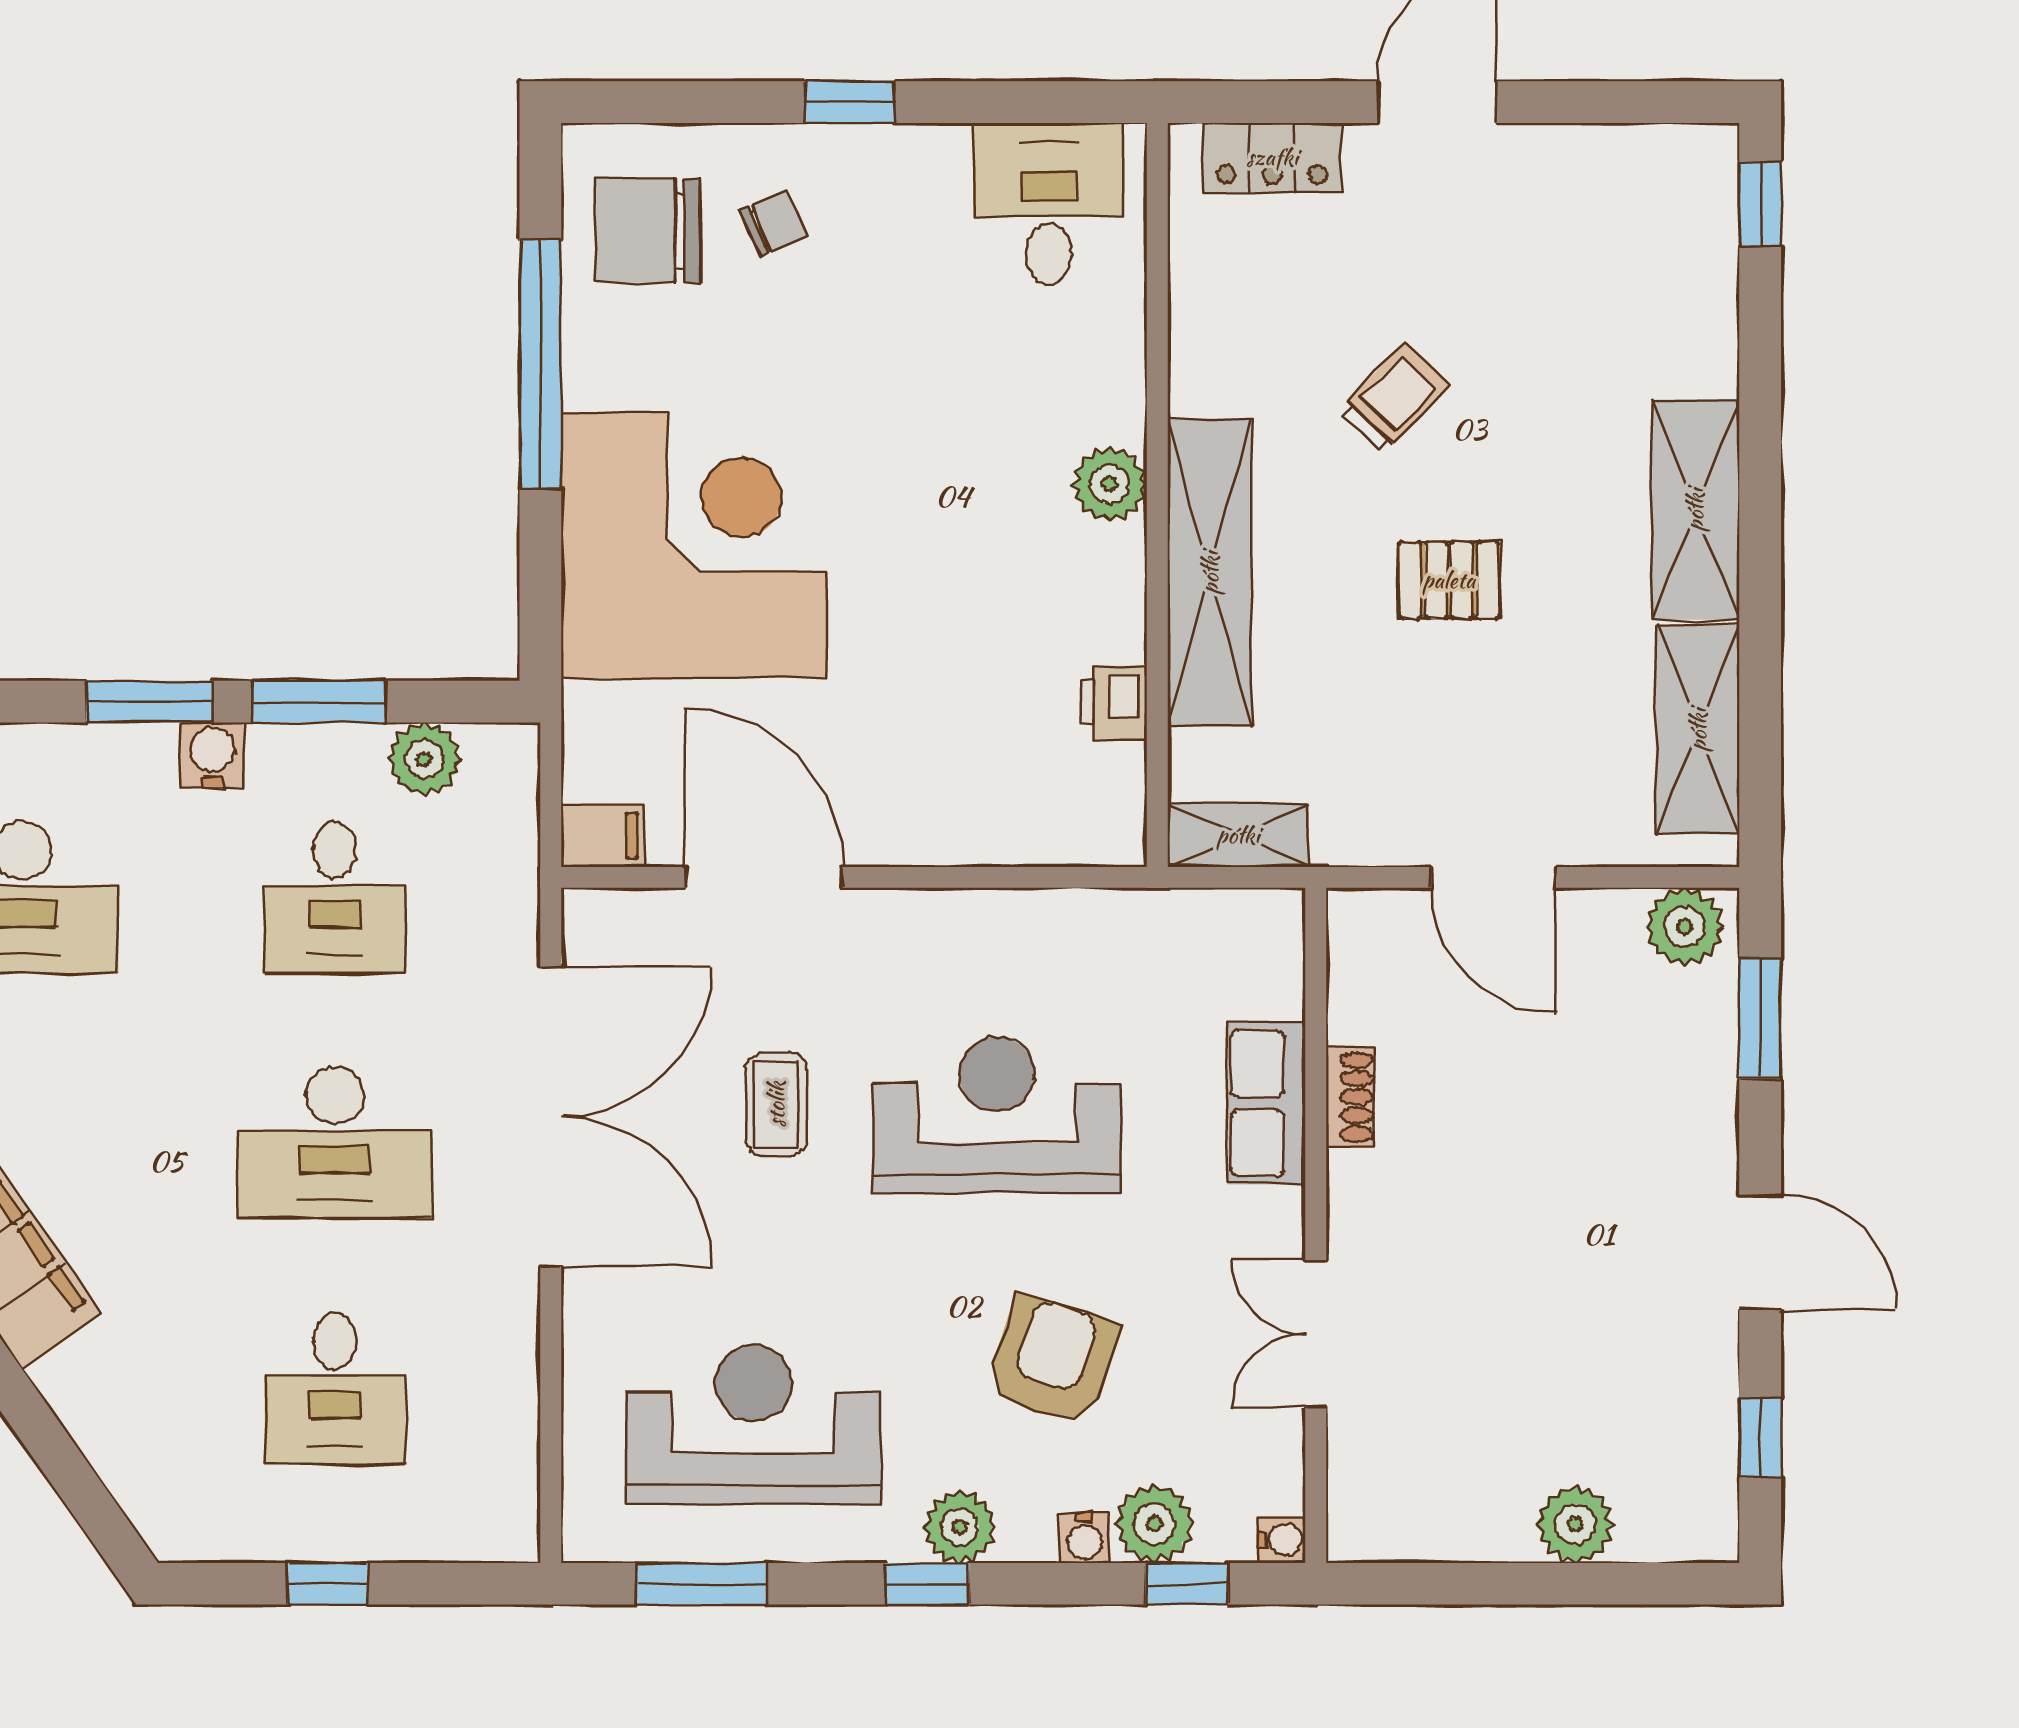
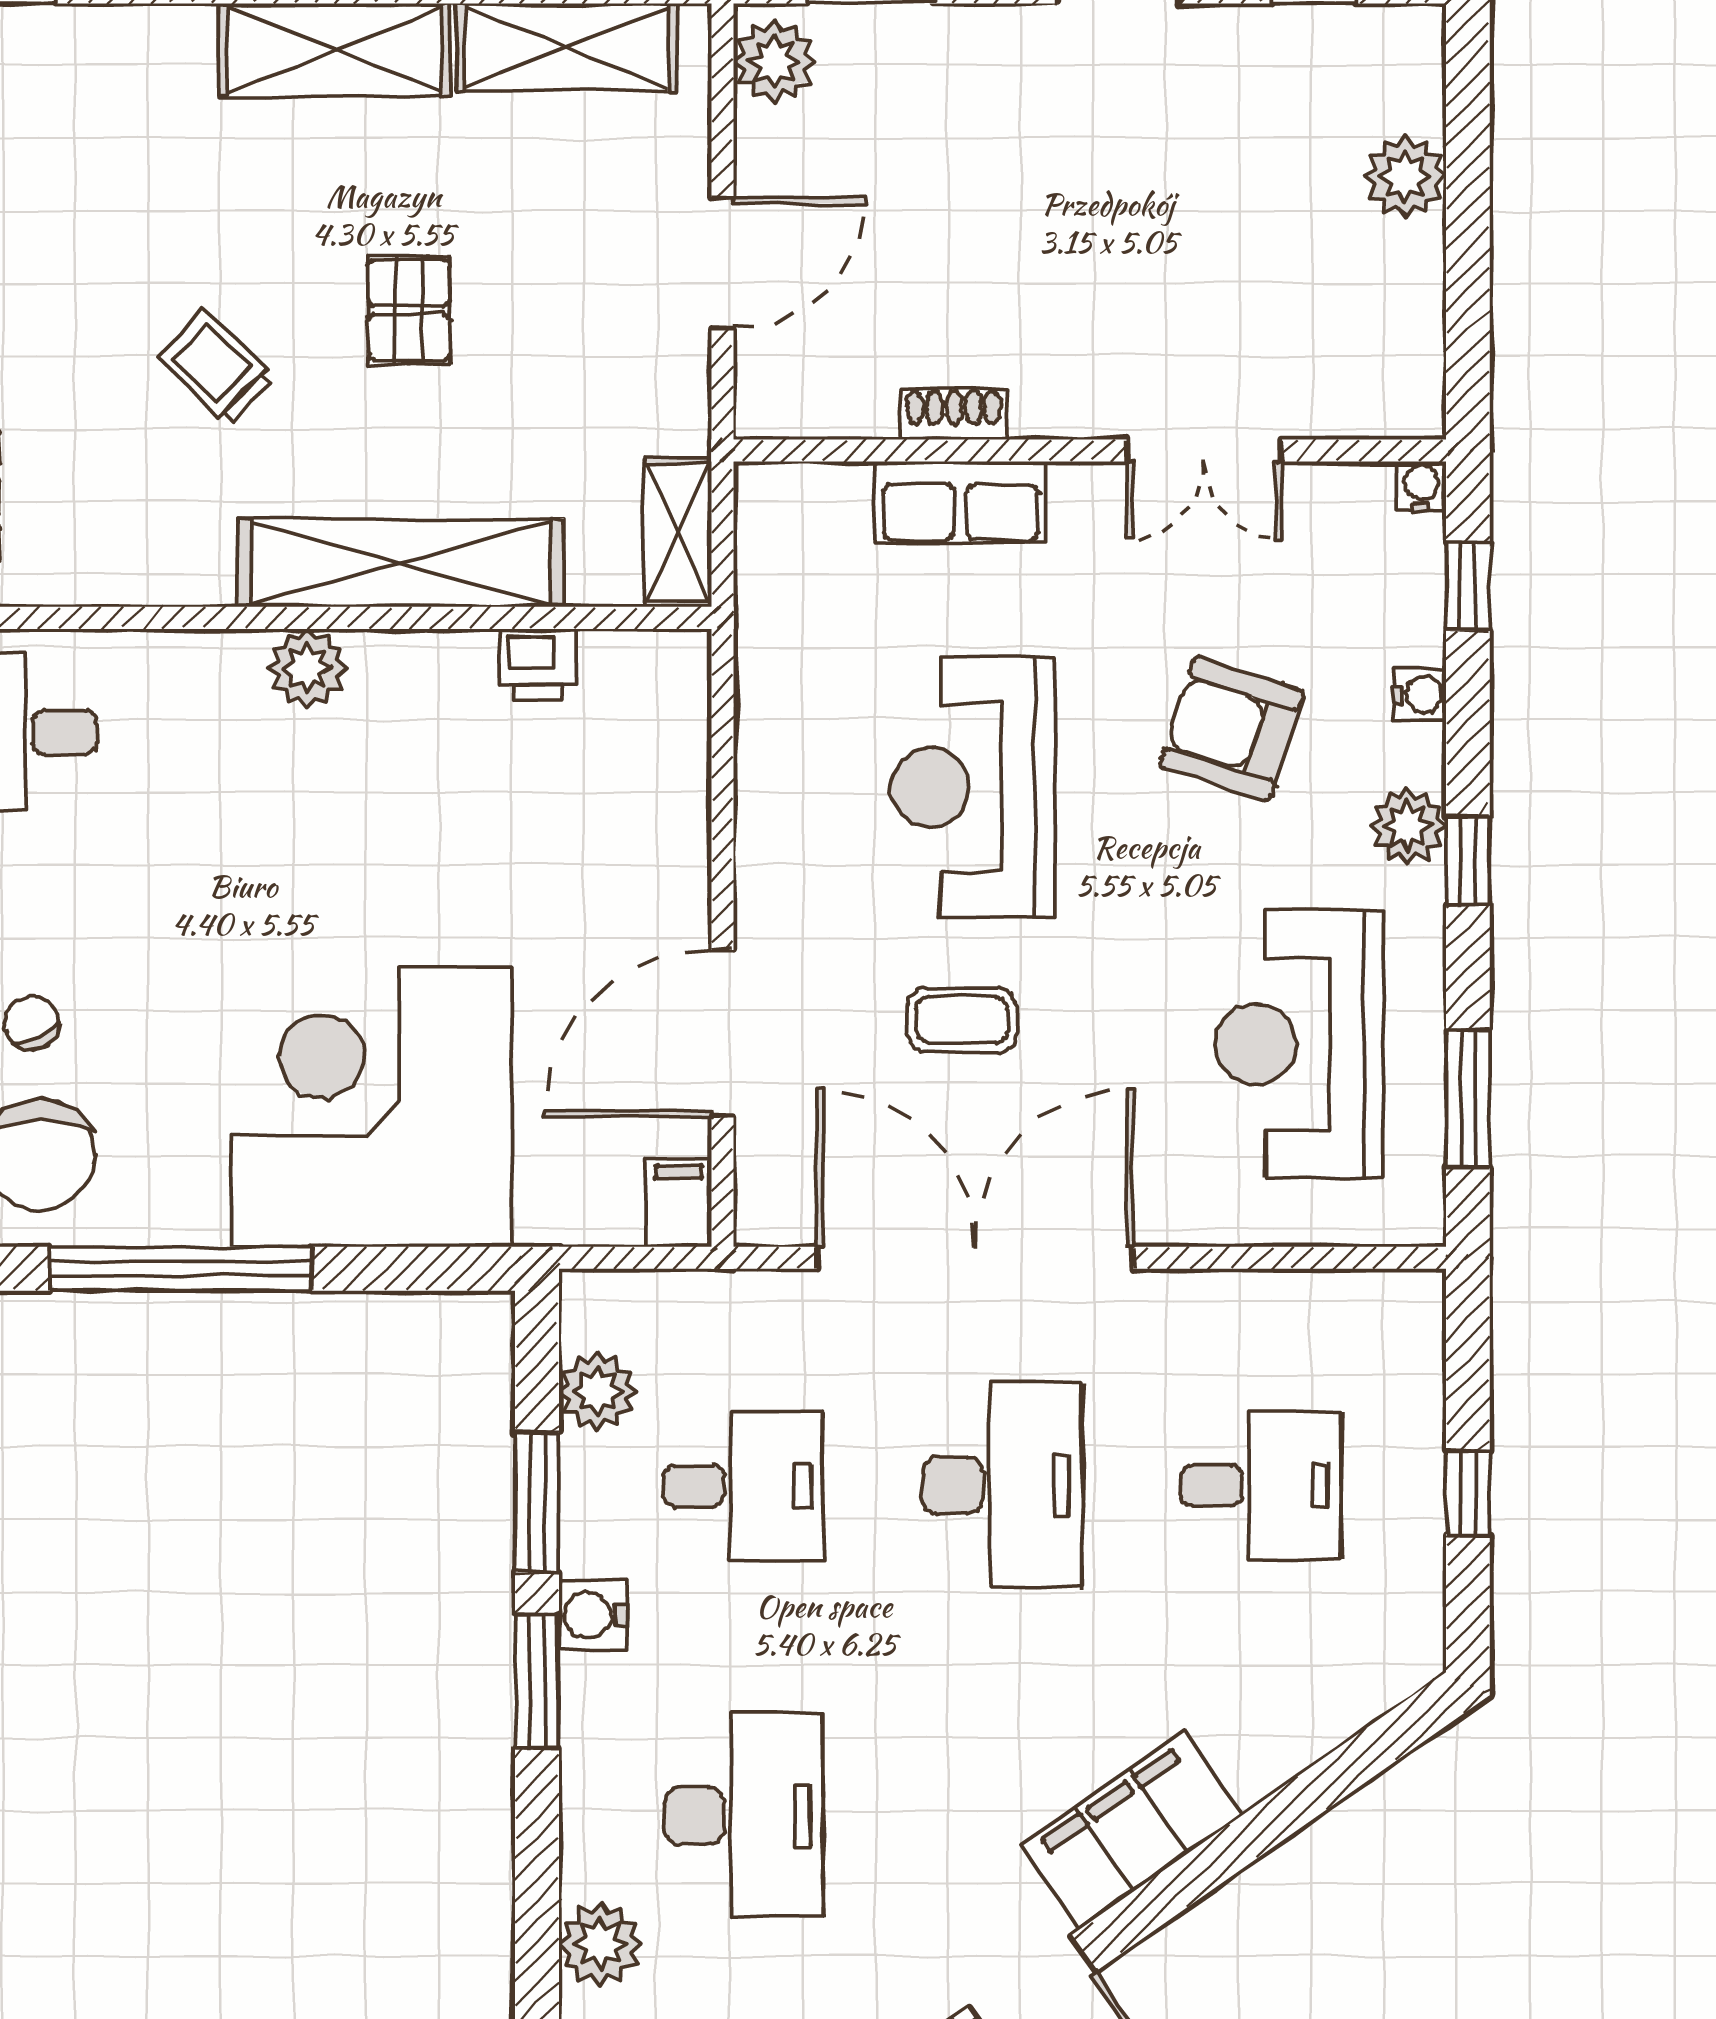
plant: (1154, 1524) -> (1405, 621), removed

